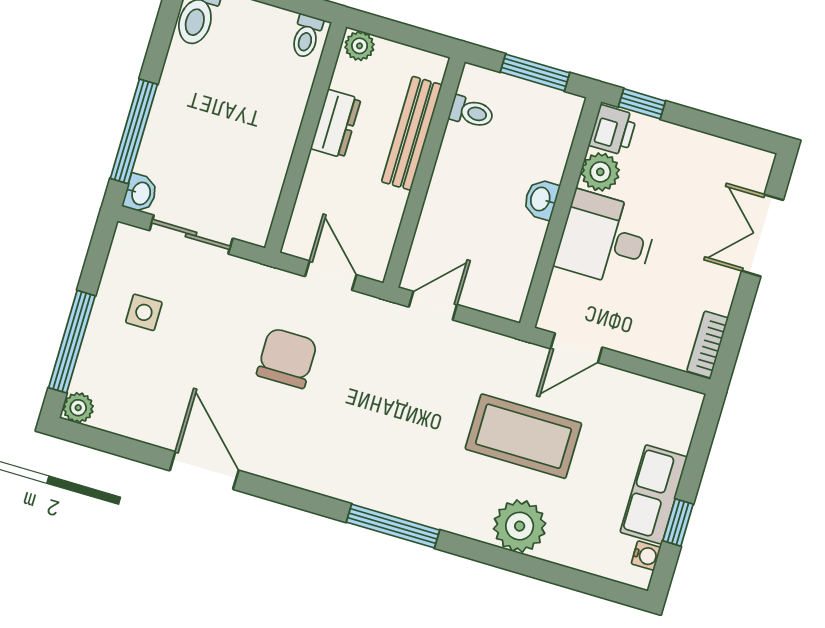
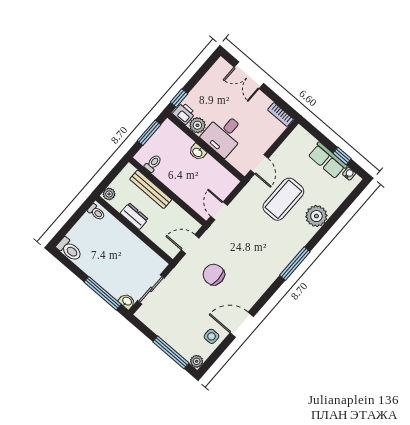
side table: (144, 312) -> (211, 336), moved

